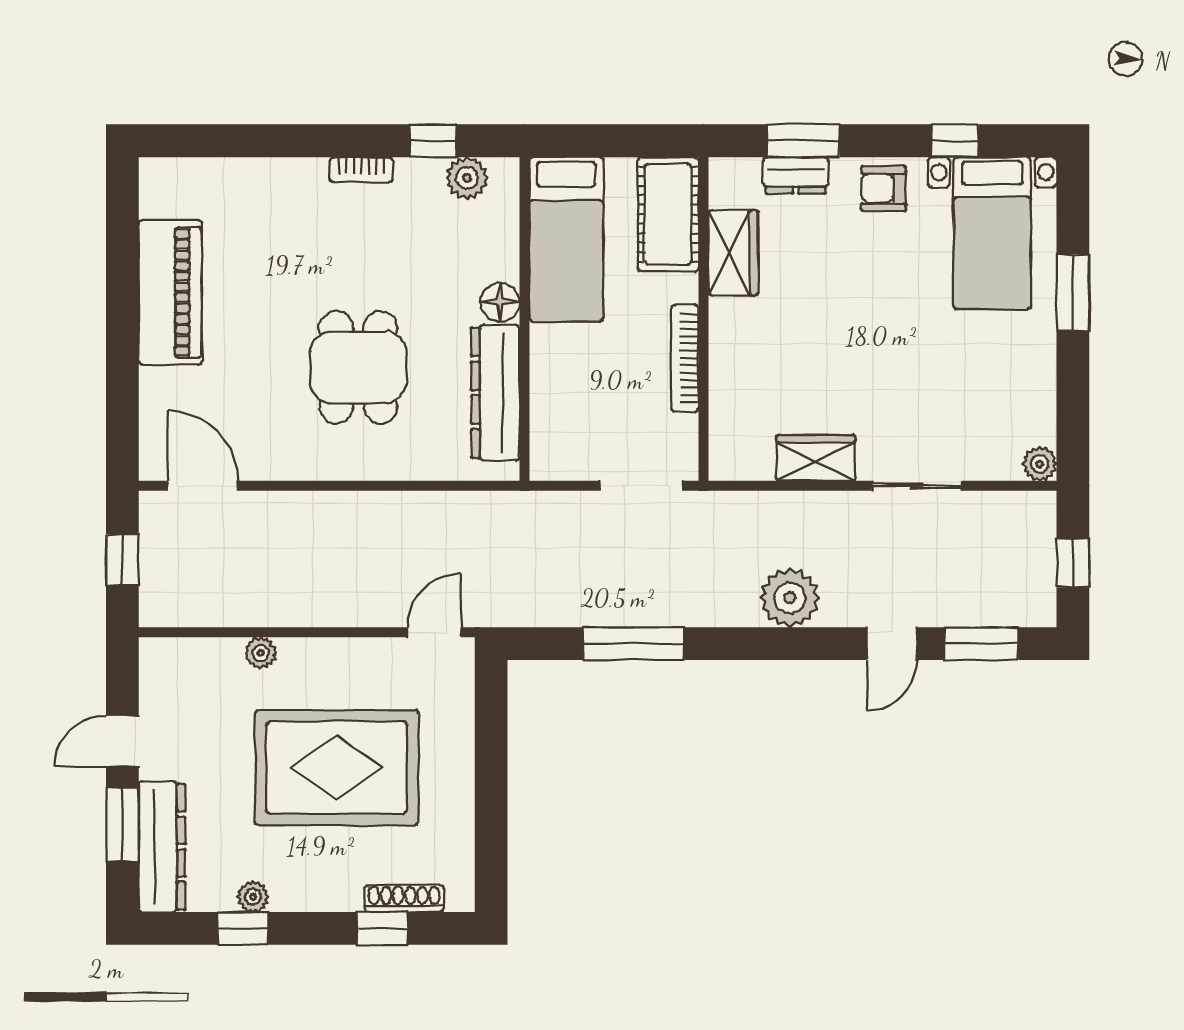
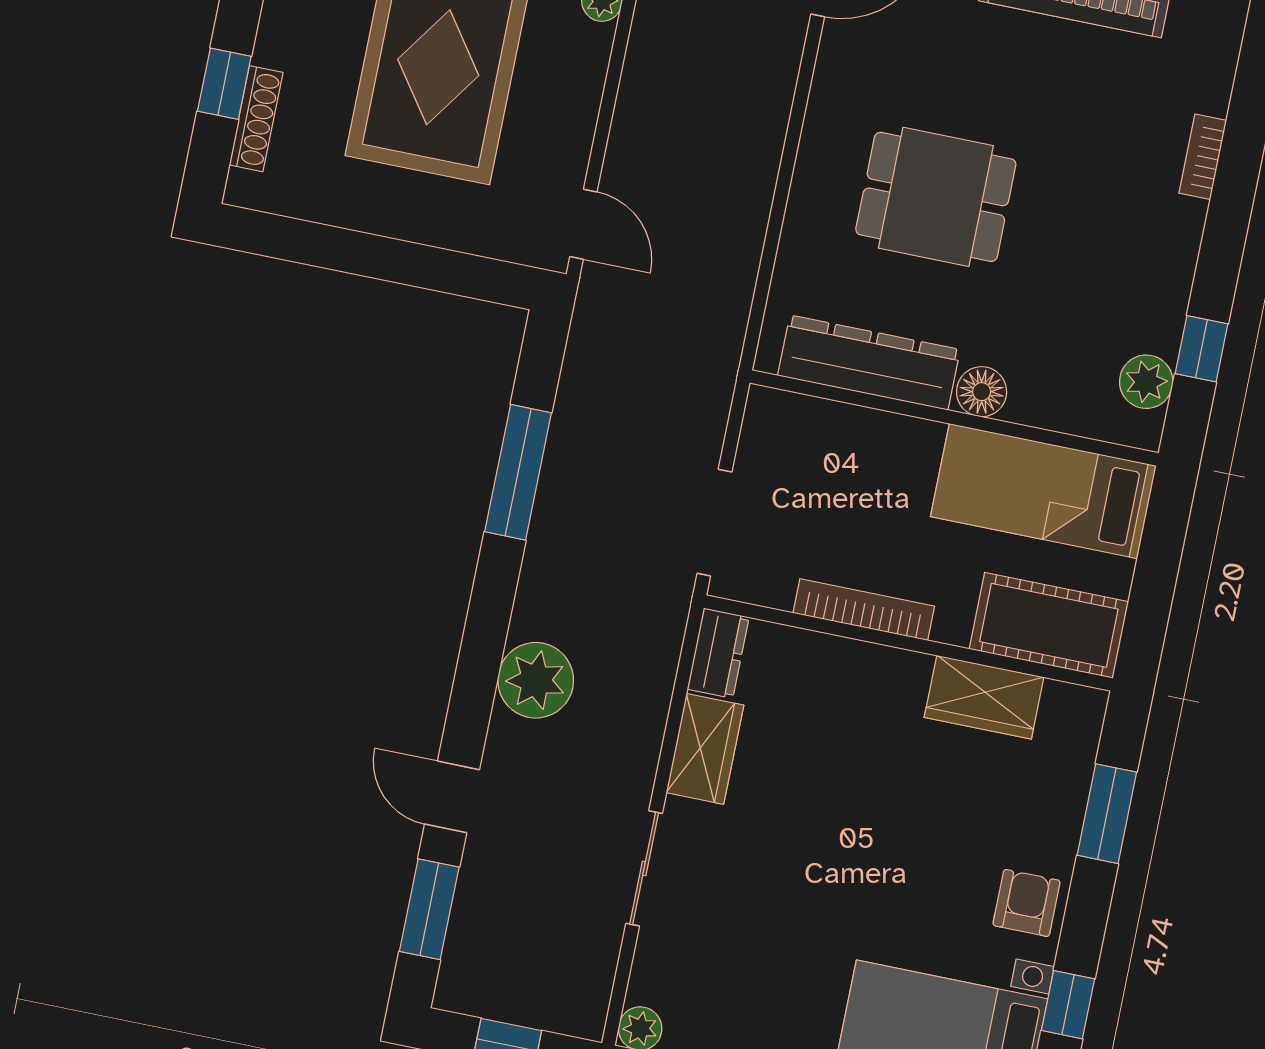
bookcase: (361, 170) -> (1203, 157), moved
dresser: (796, 175) -> (718, 653), moved, turned 180

